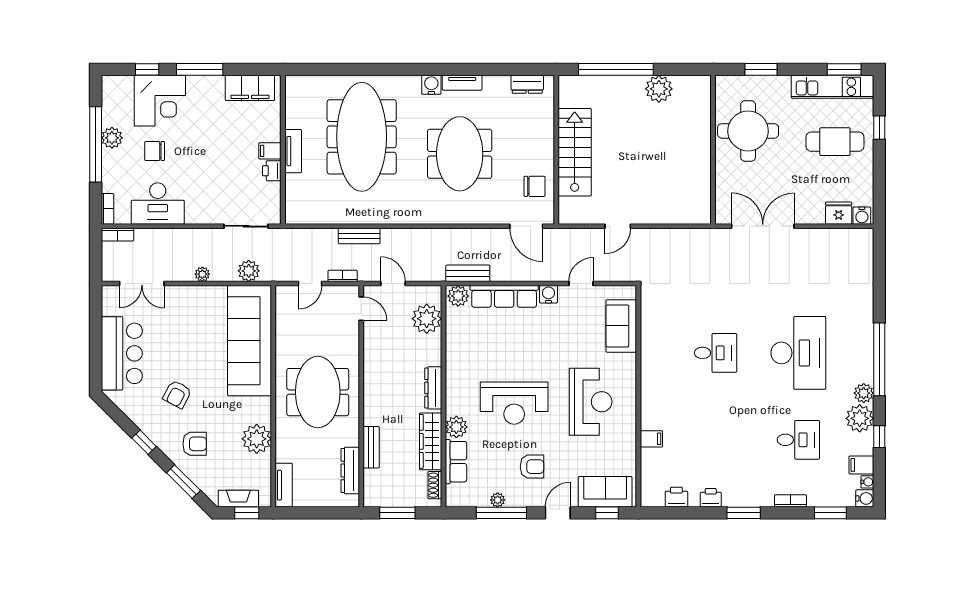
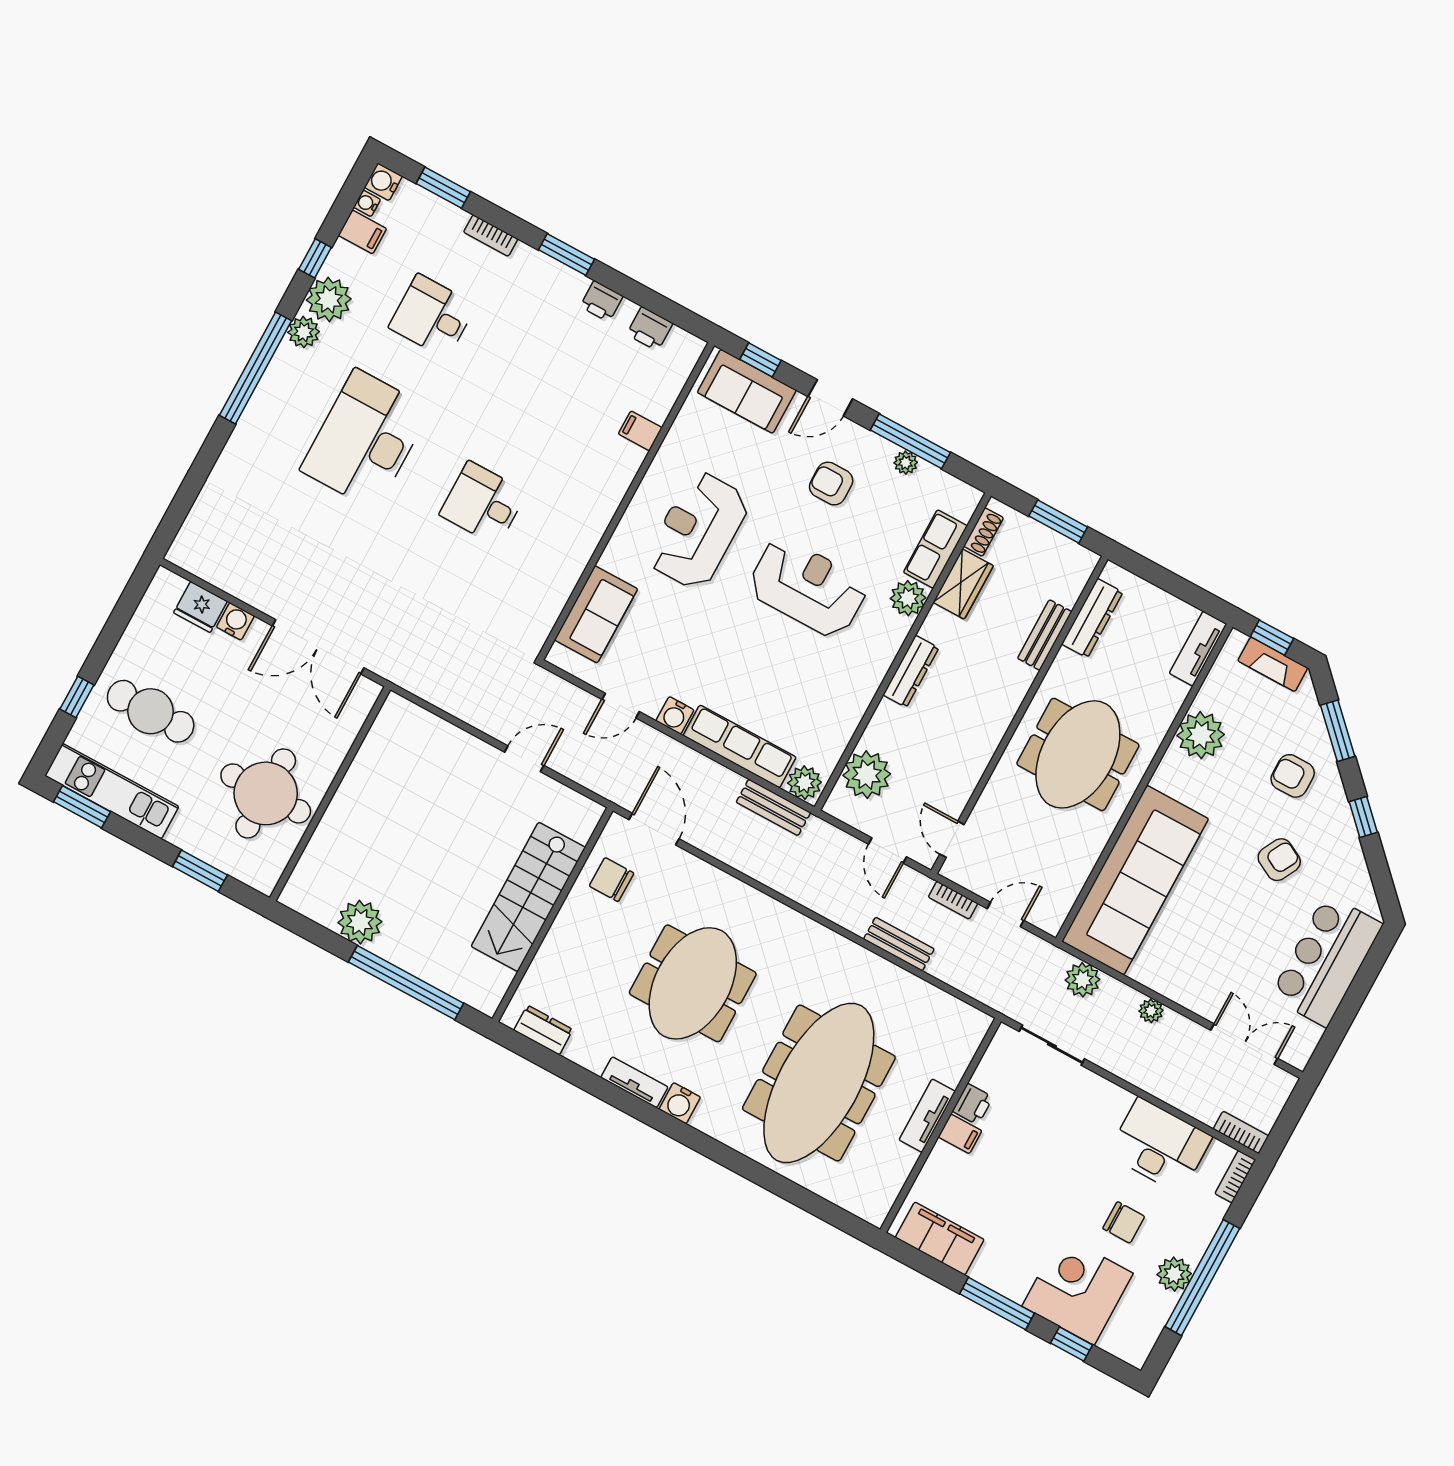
water cooler: (862, 216) -> (235, 621), moved
wardrobe: (431, 441) -> (963, 584), width x0.67

